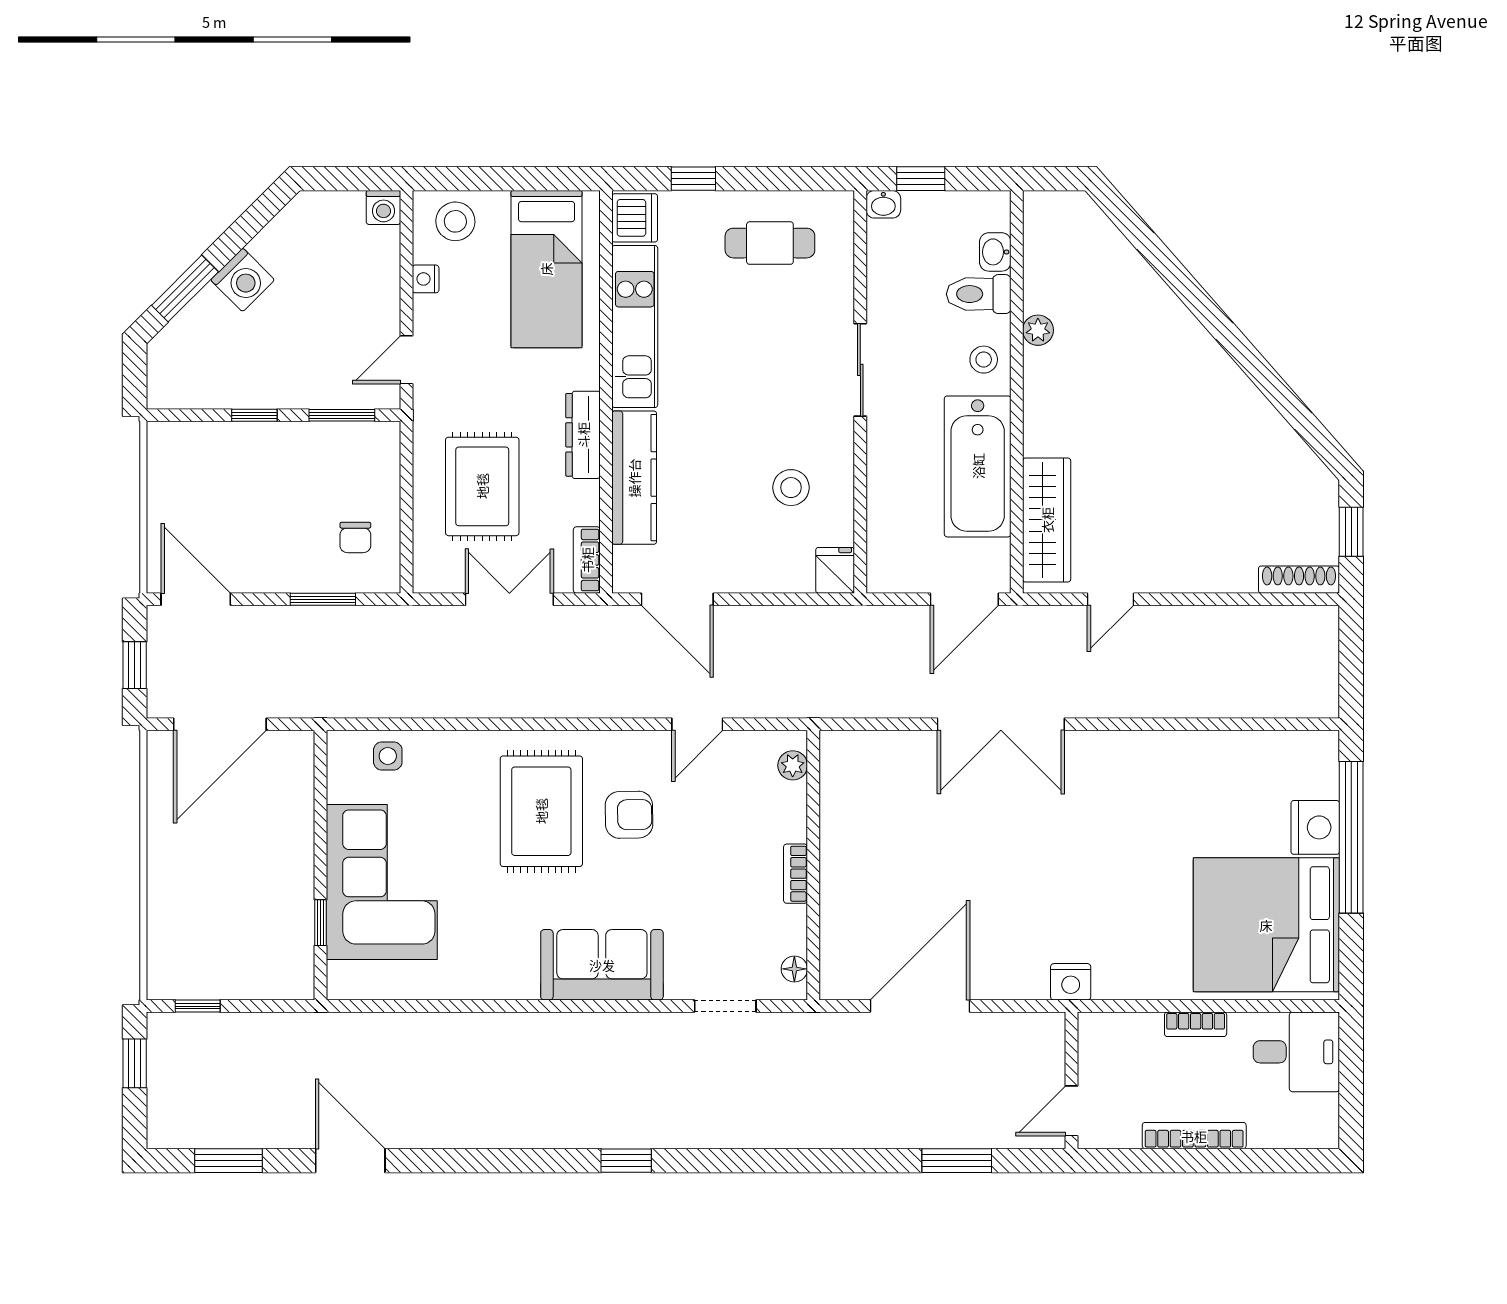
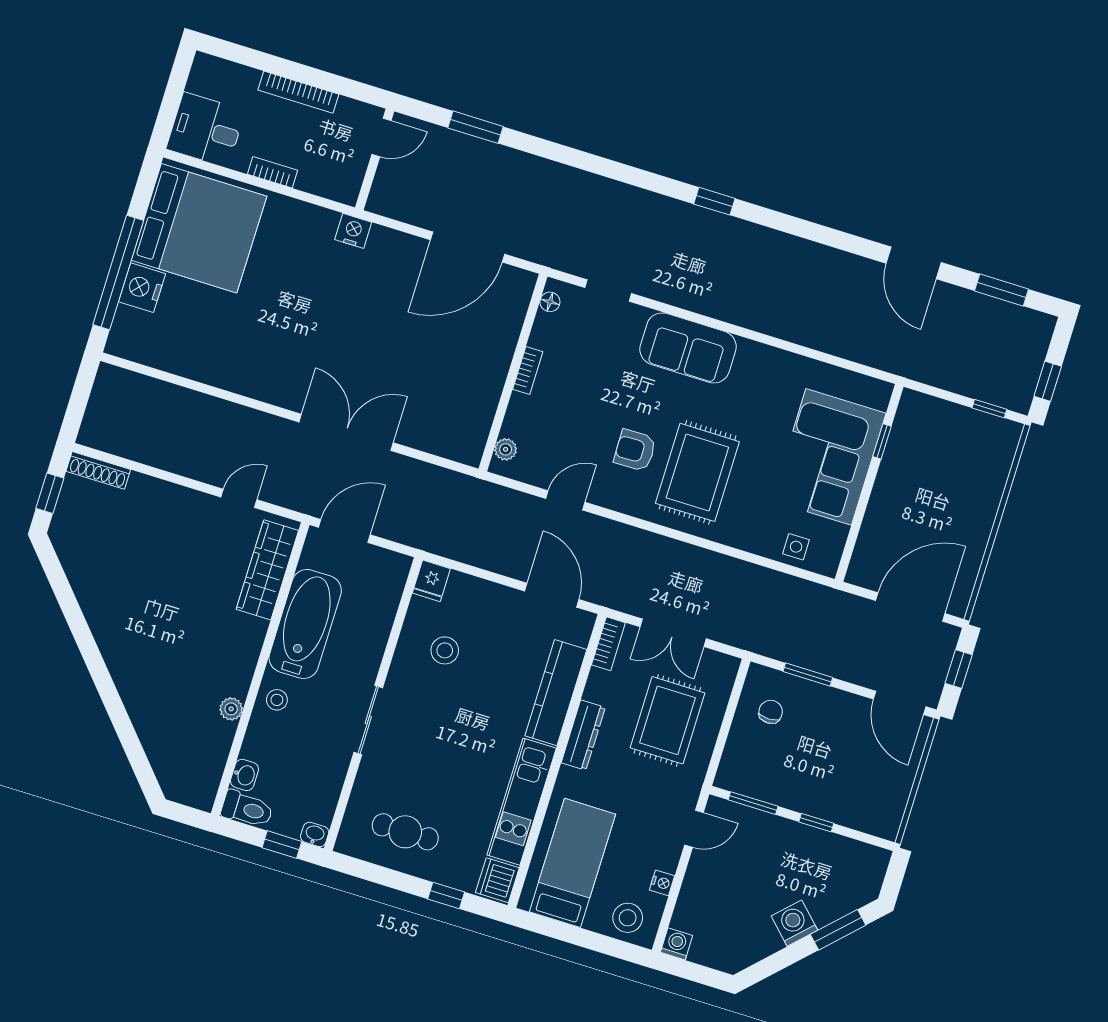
toilet: (979, 294) -> (247, 809), moved

